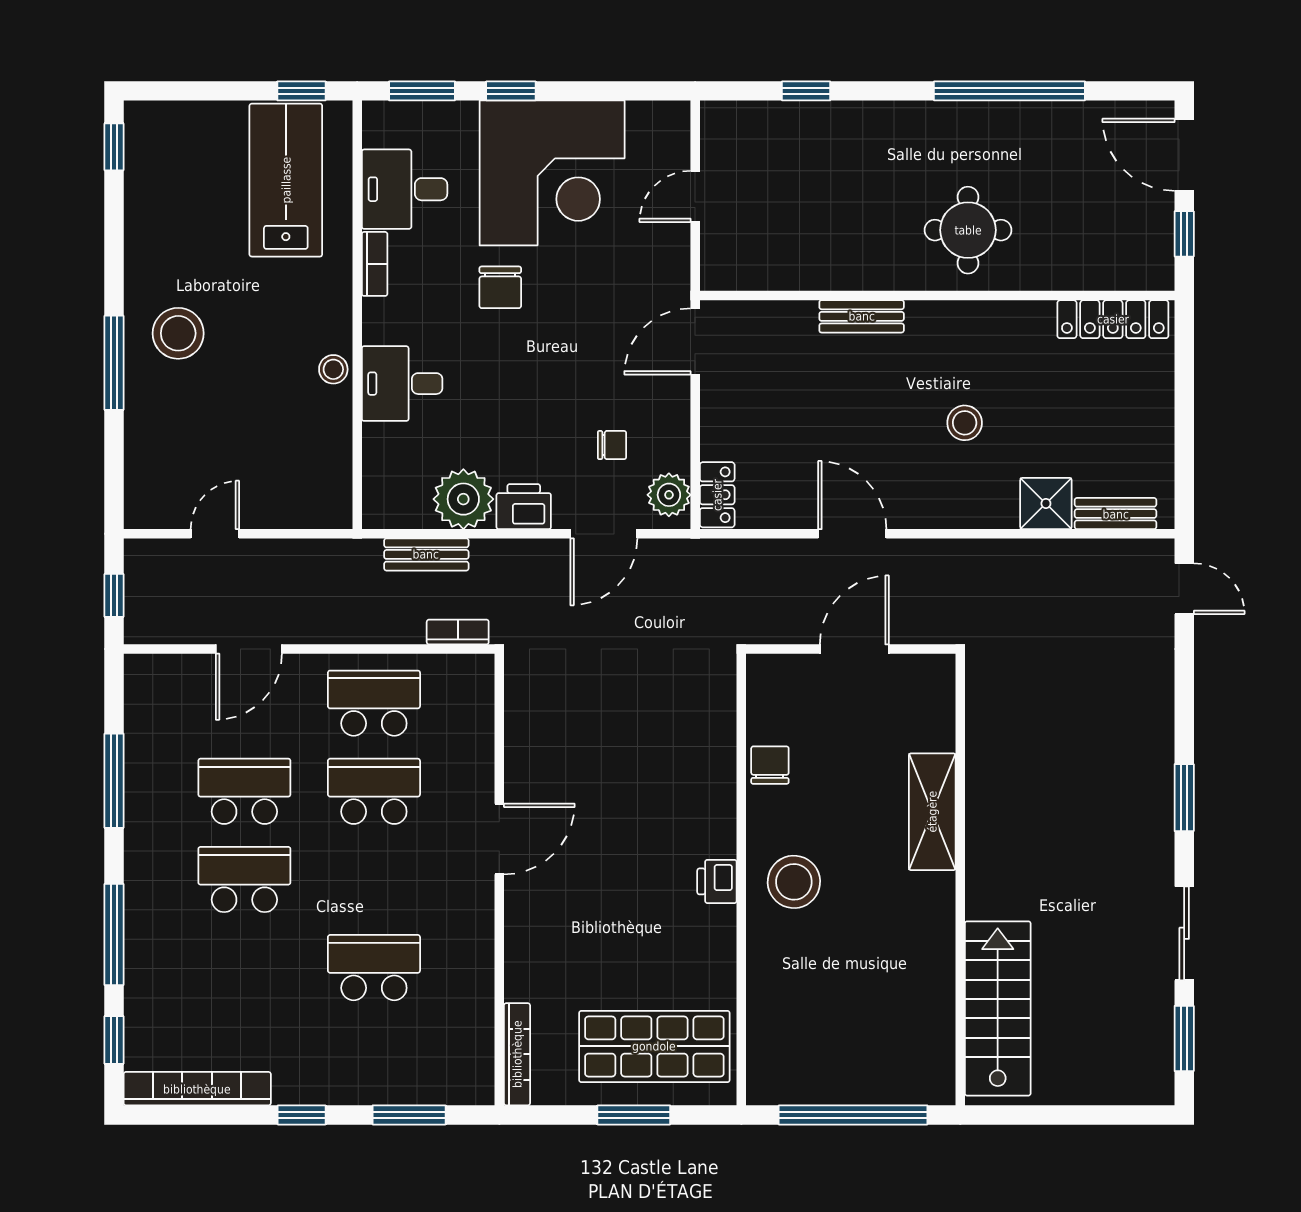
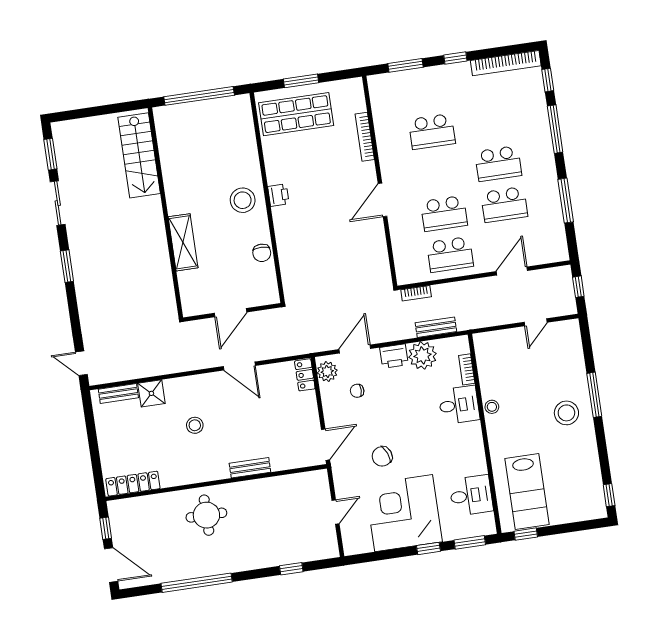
bookcase: (375, 264) -> (467, 369), moved
chair: (500, 287) -> (382, 456), moved, turned -112
bookcase: (517, 1054) -> (365, 137), moved

